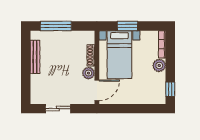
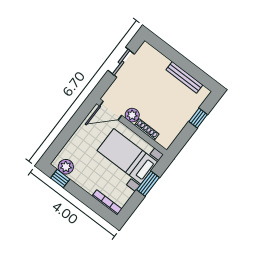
window: (56, 26) -> (198, 118), width x0.46
plant: (159, 66) -> (66, 167), moved
door: (97, 90) -> (111, 111), hinge flipped

